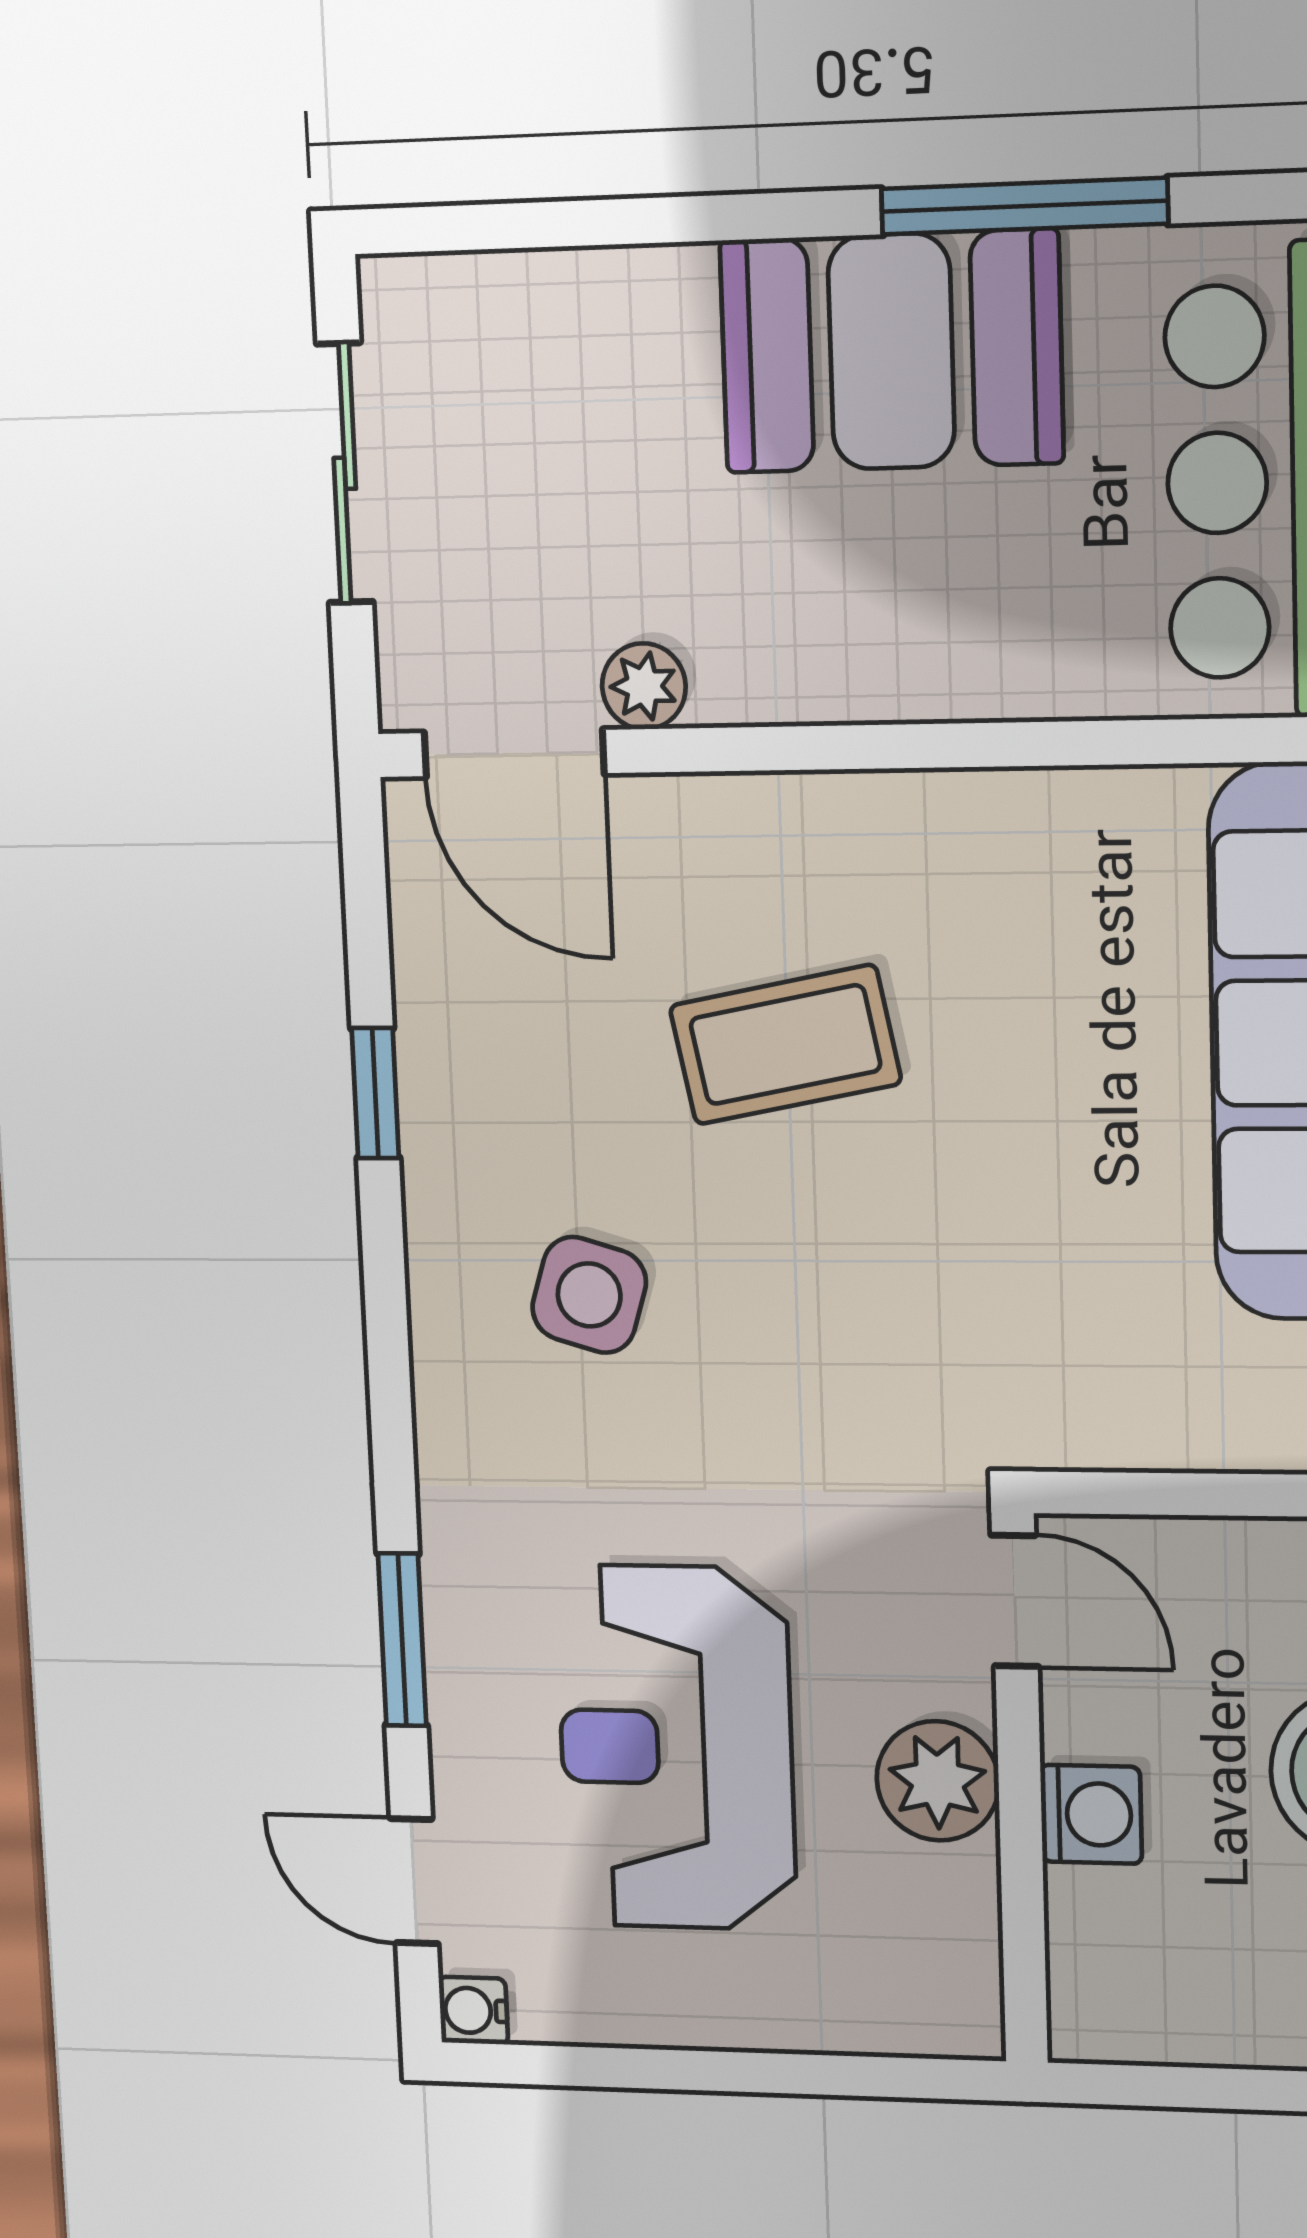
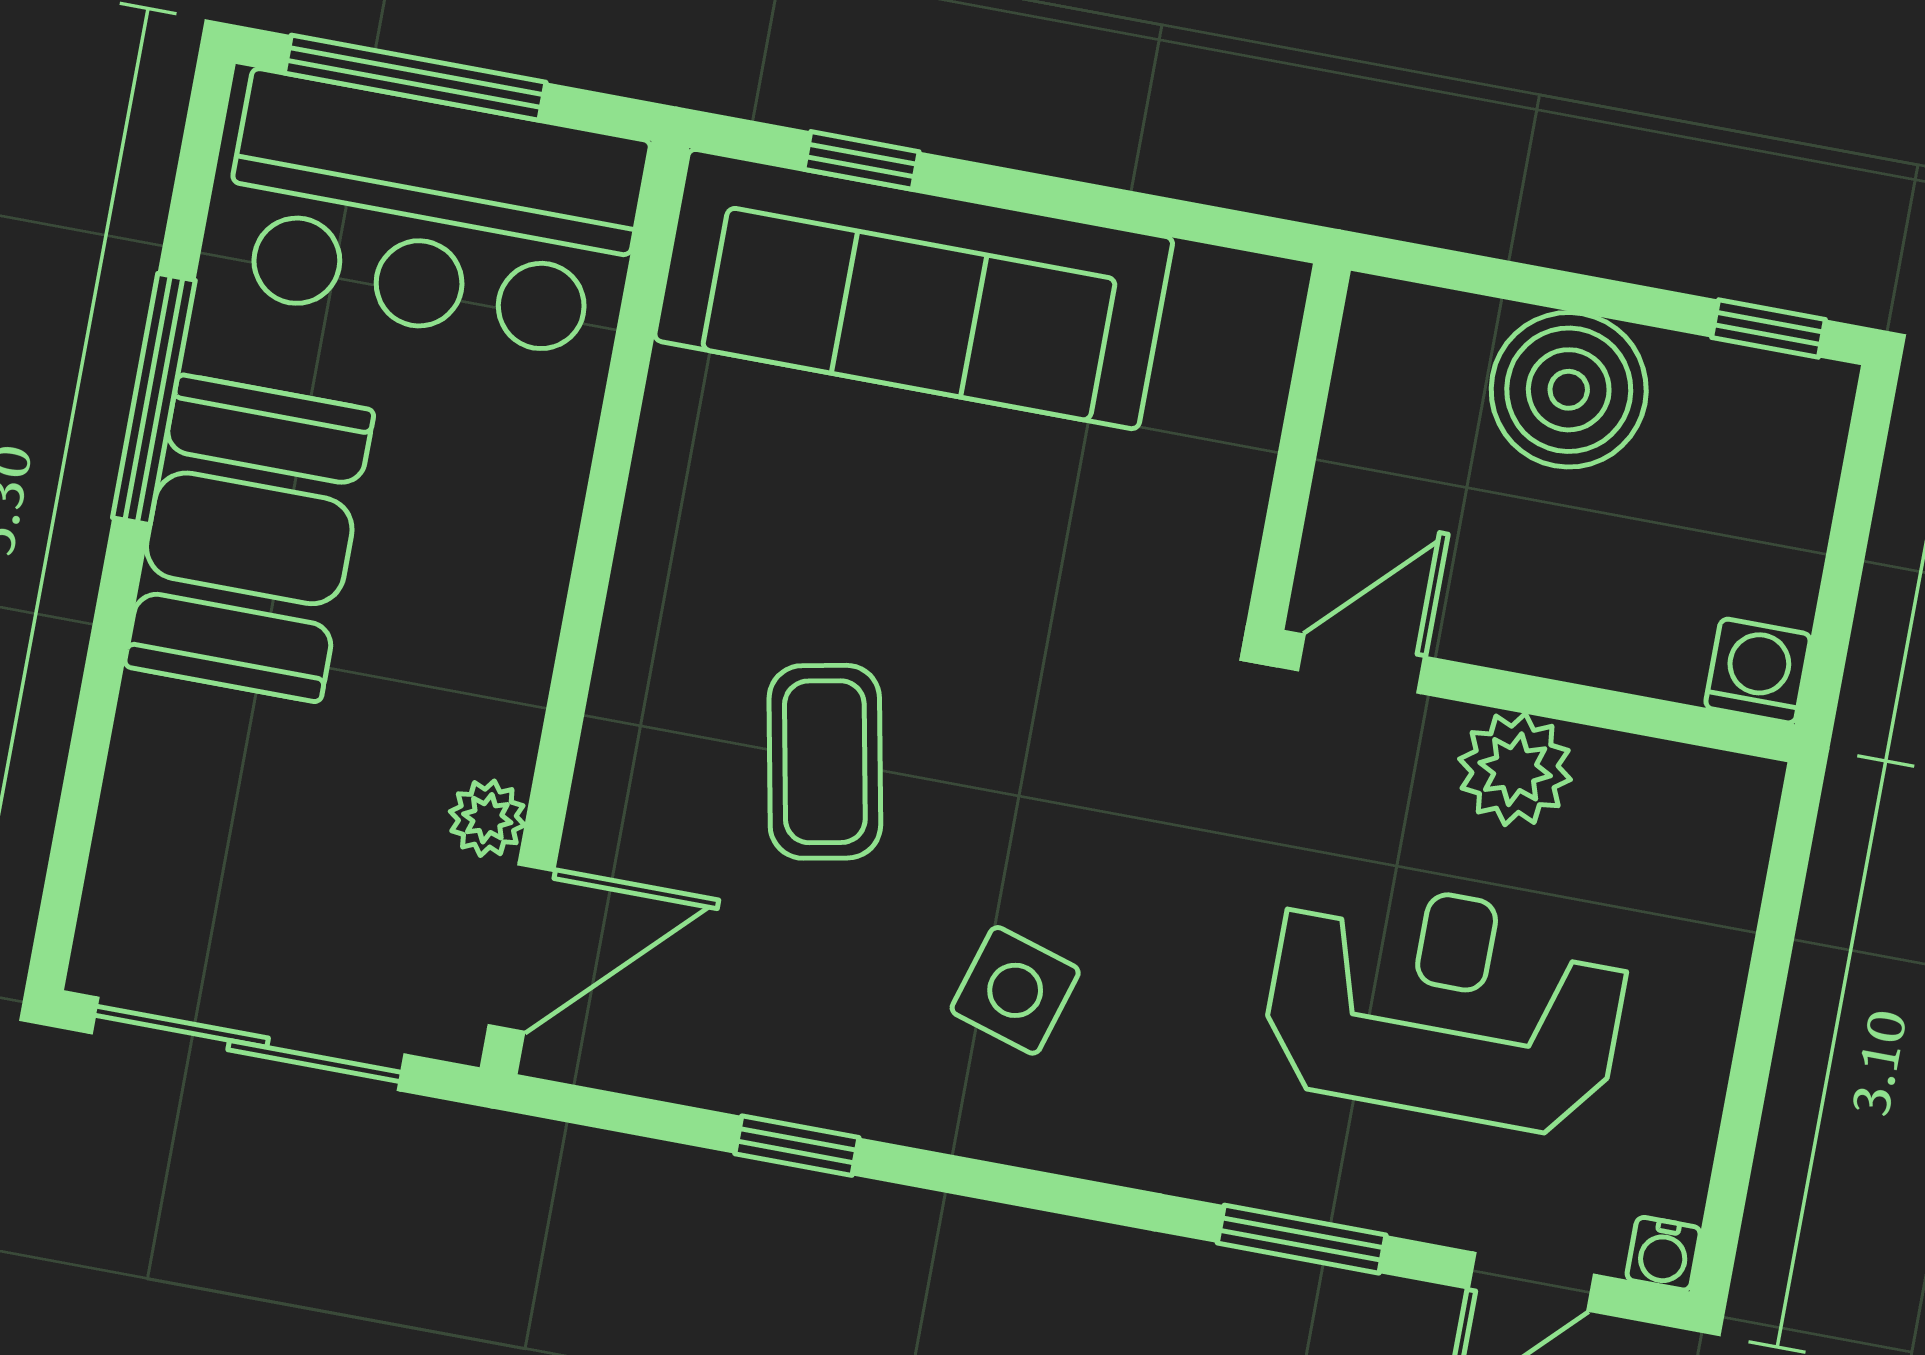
sliding door: (345, 473) -> (248, 1044), width x1.37
reception desk: (676, 1748) -> (1445, 1004), turned 180
washing machine: (1091, 1814) -> (1758, 671), moved

